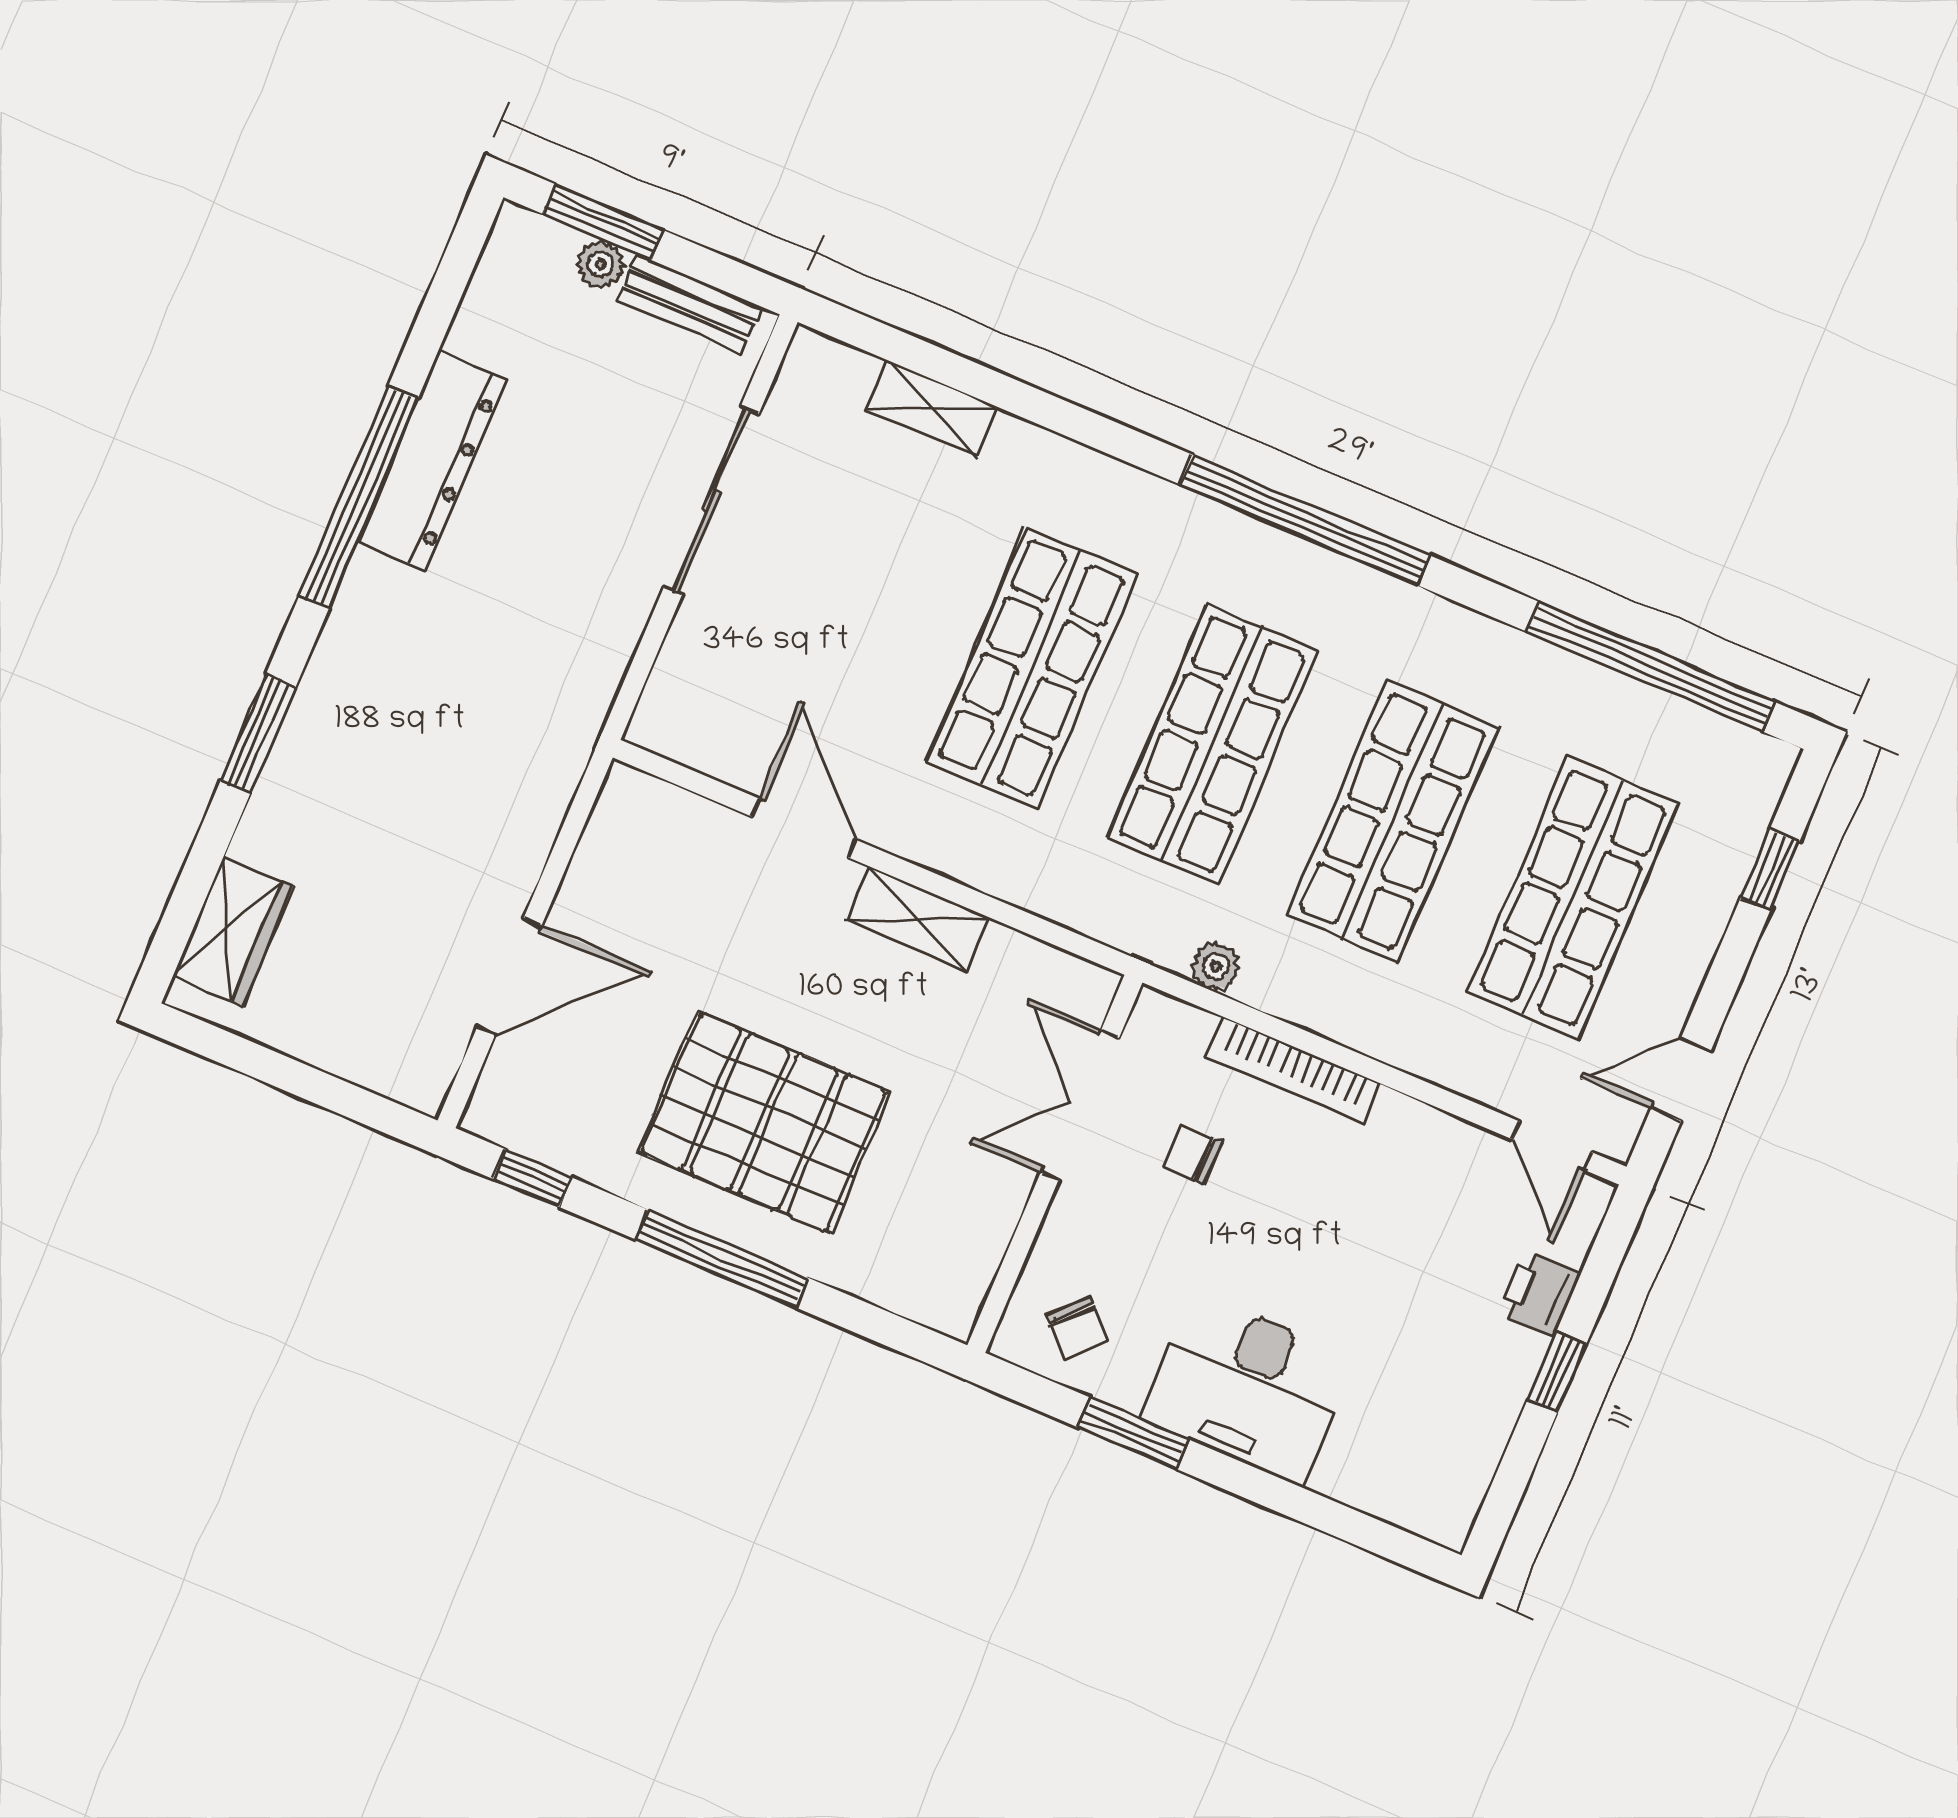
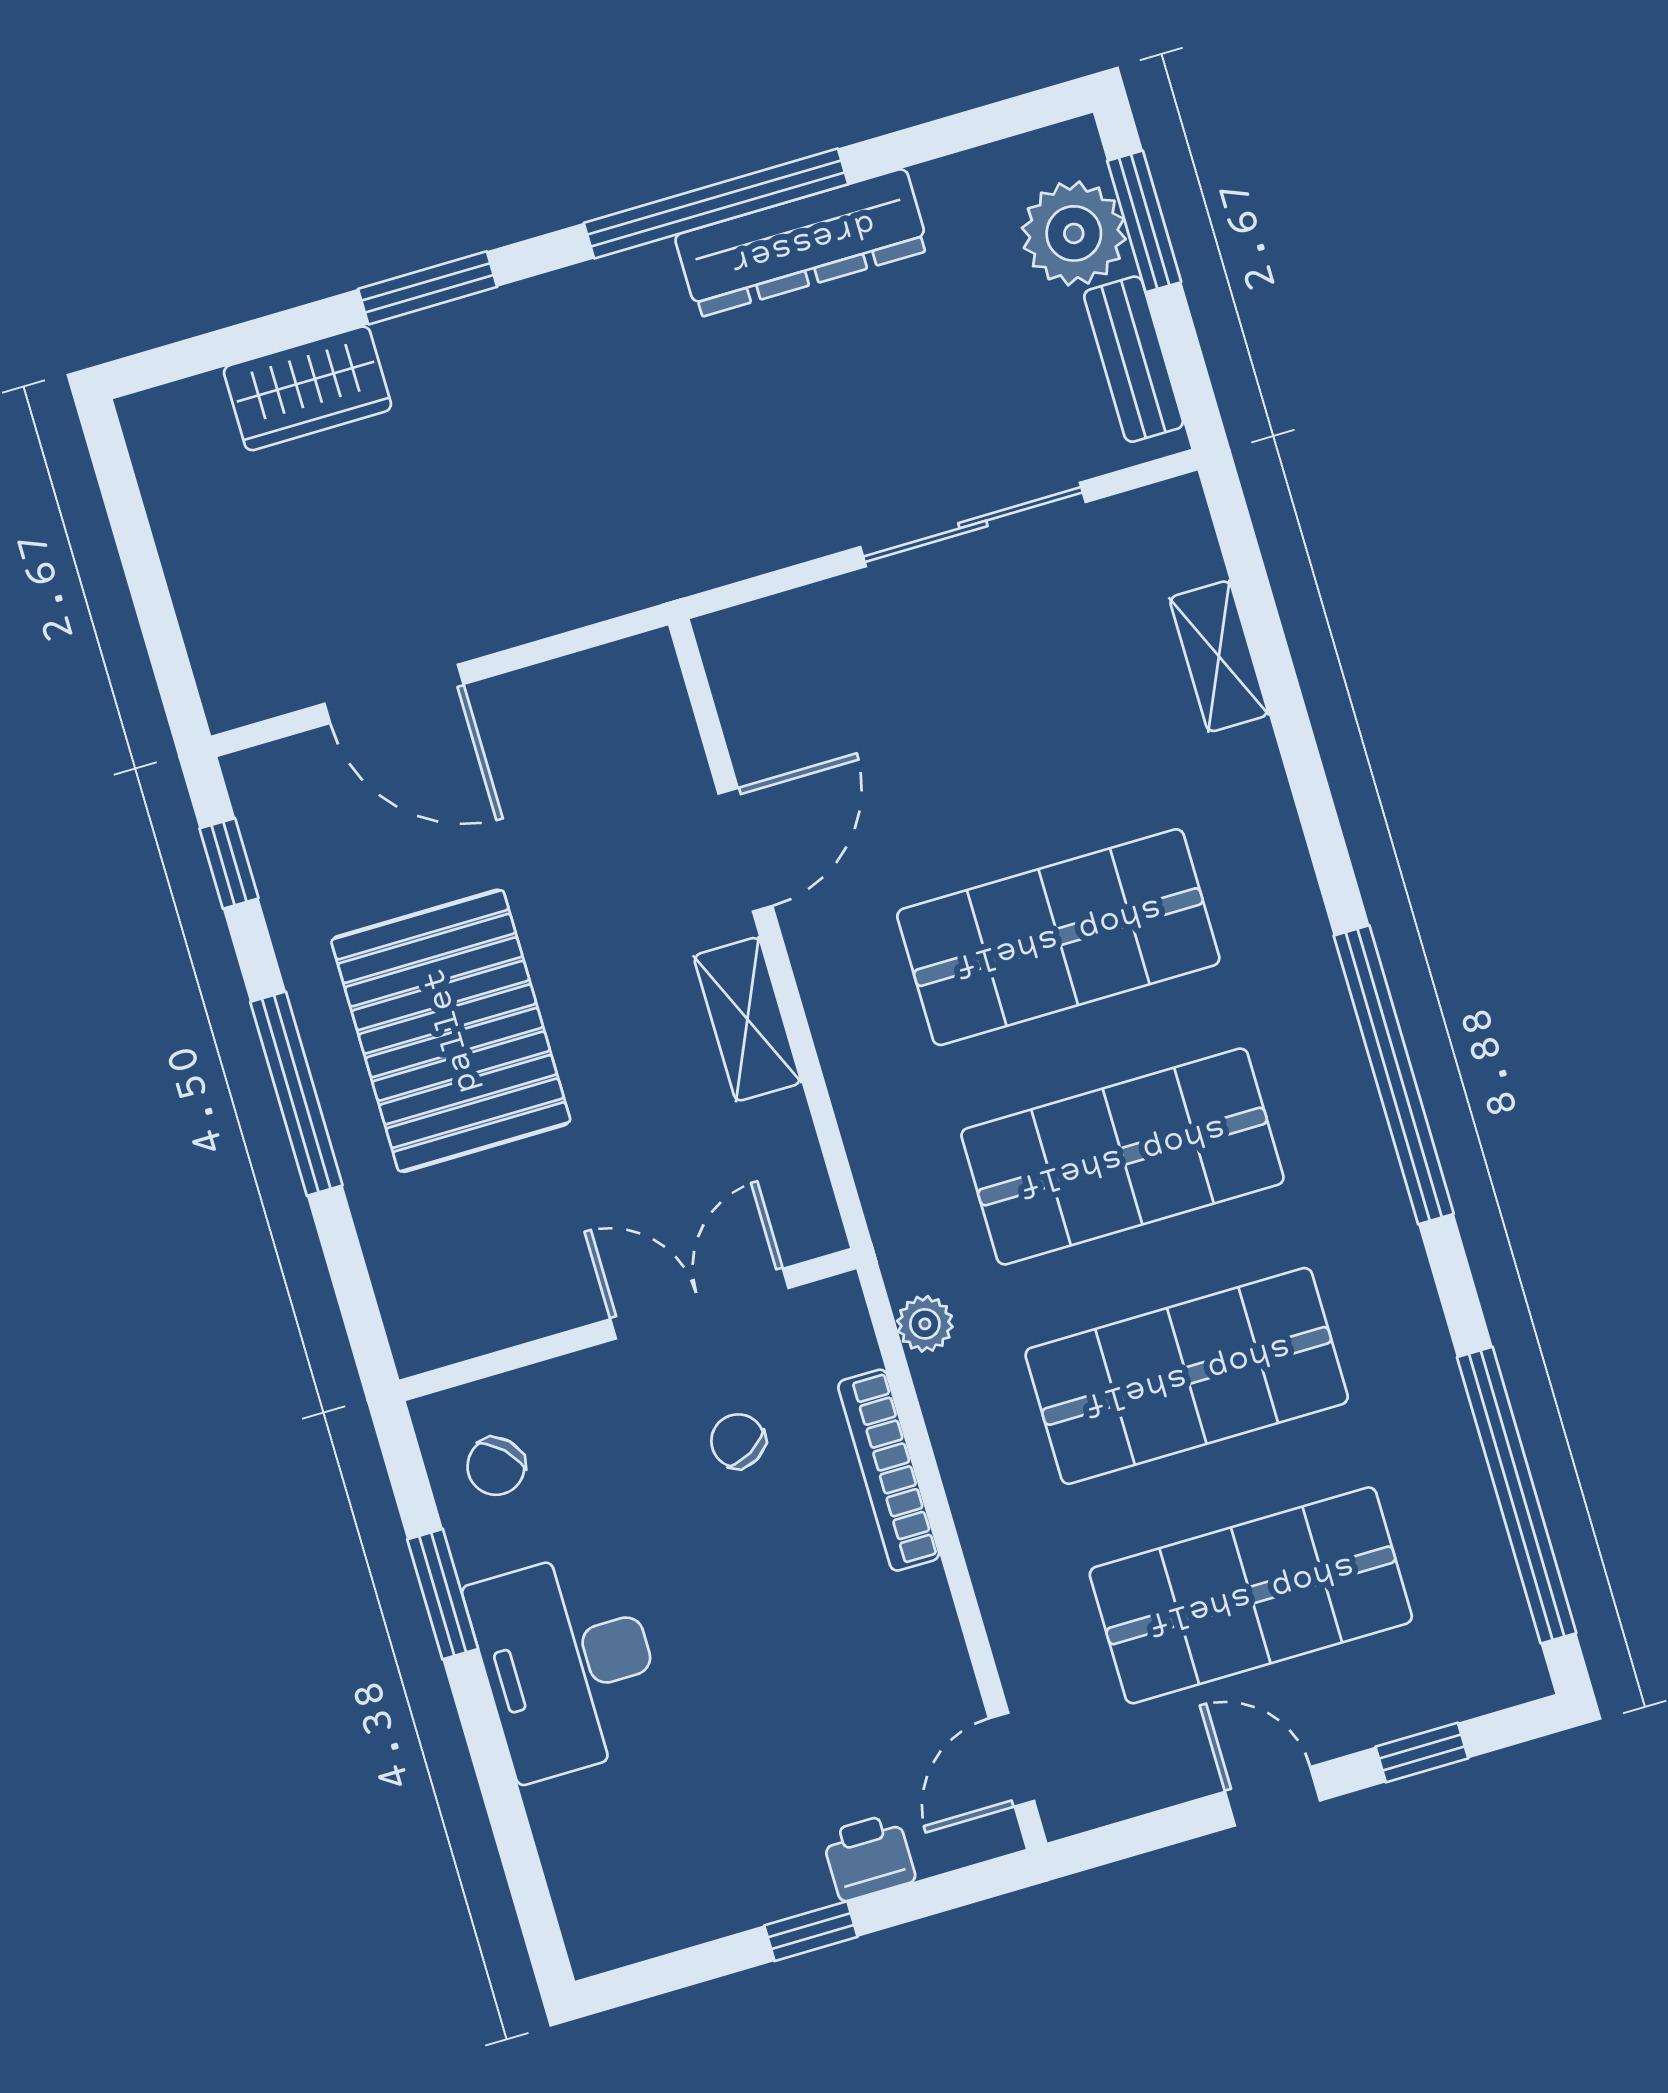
plant: (601, 264) -> (1074, 233), width x1.88, depth x1.88
wardrobe: (233, 931) -> (307, 388), moved
door: (1681, 1080) -> (1273, 1796), moved
chair: (1192, 1154) -> (738, 1441), turned -30

